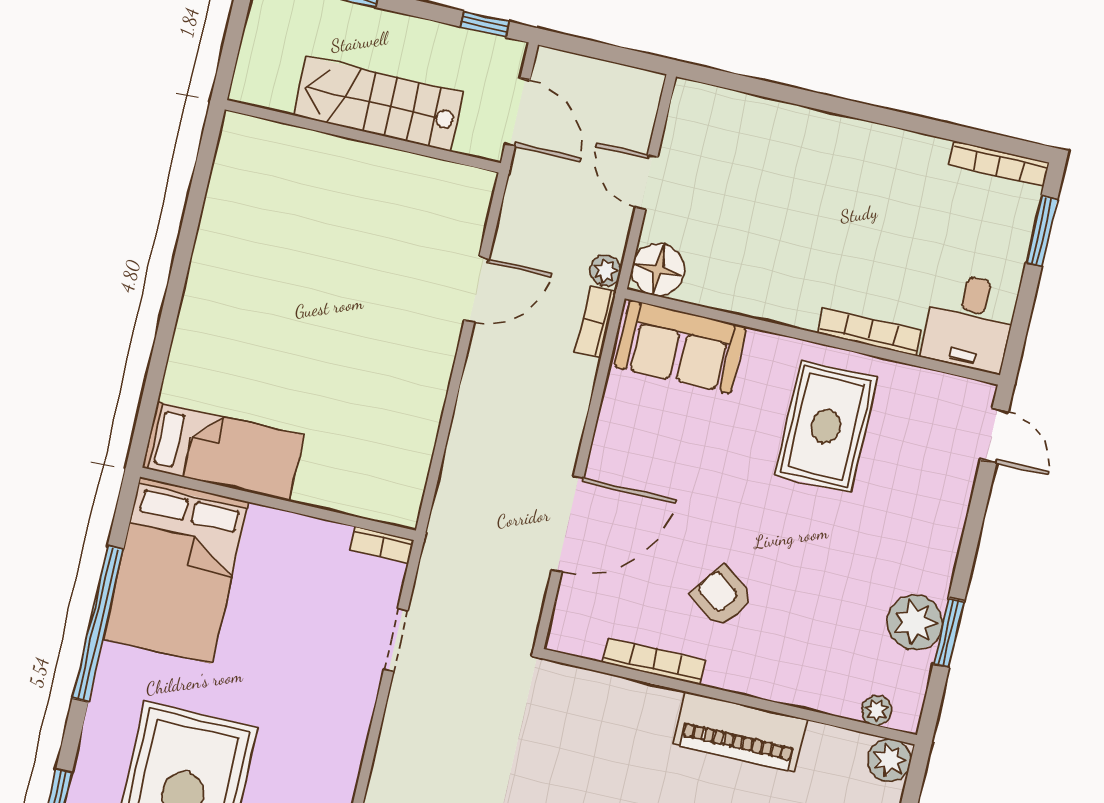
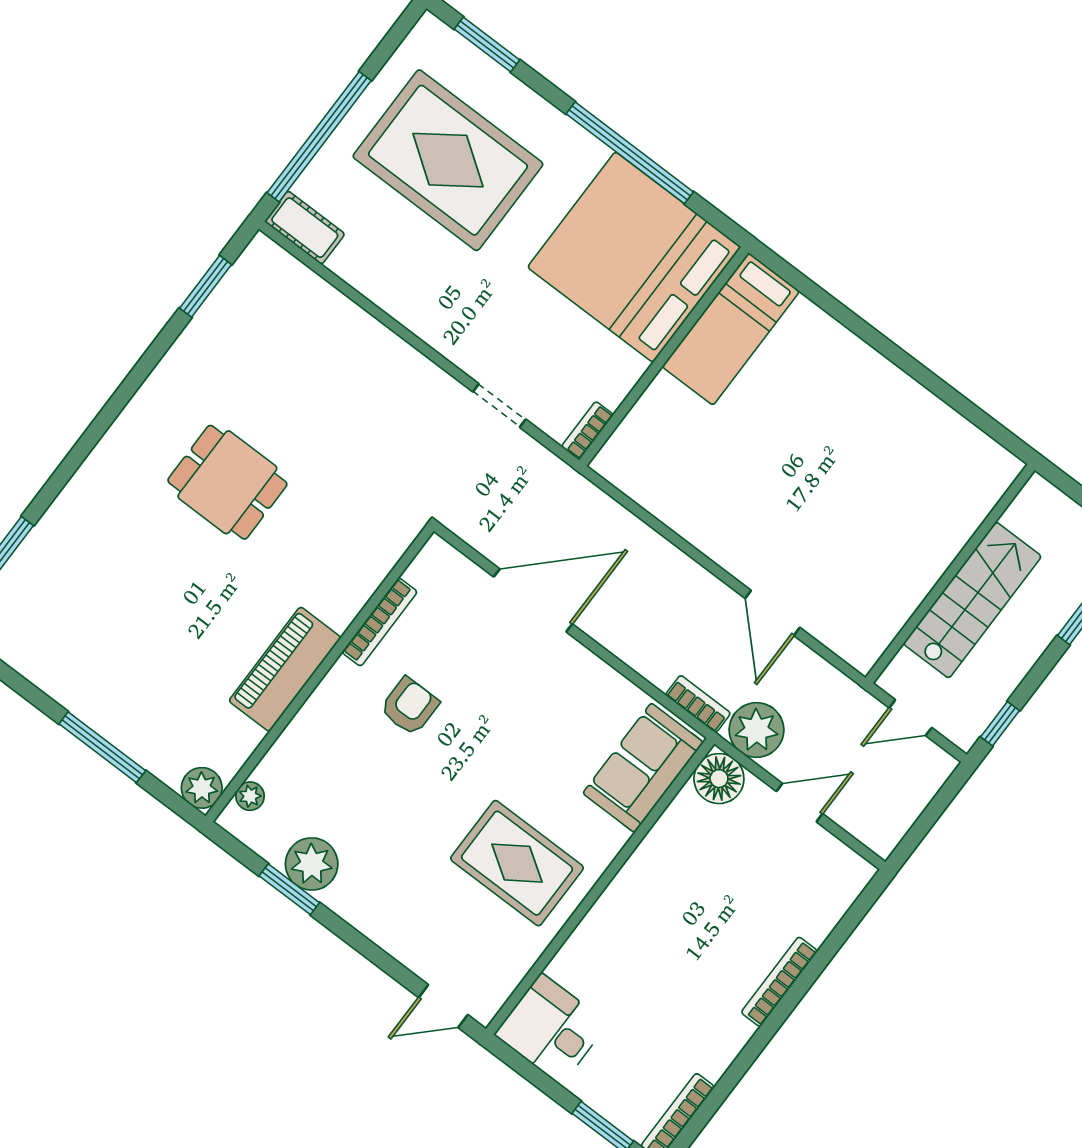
door: (518, 112) -> (911, 718), width x0.73
plant: (606, 271) -> (756, 730), width x1.88, depth x1.88
bookcase: (870, 332) -> (779, 982), moved, turned 180
door: (568, 524) -> (533, 600), swing flipped
bed: (176, 570) -> (634, 257), width x1.36
armchair: (722, 597) -> (410, 706), turned -36

